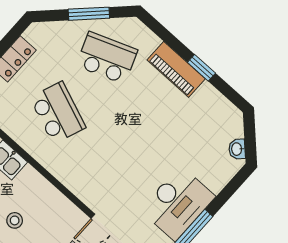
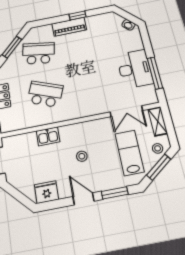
school desk: (107, 58) -> (38, 53), turned 30

